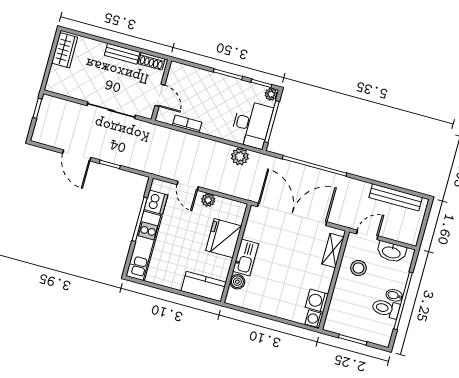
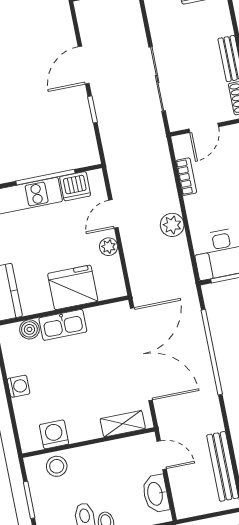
plant: (240, 156) -> (172, 225), moved
stool: (358, 268) -> (57, 466), moved
washing machine: (314, 319) -> (19, 386), moved, turned 90

